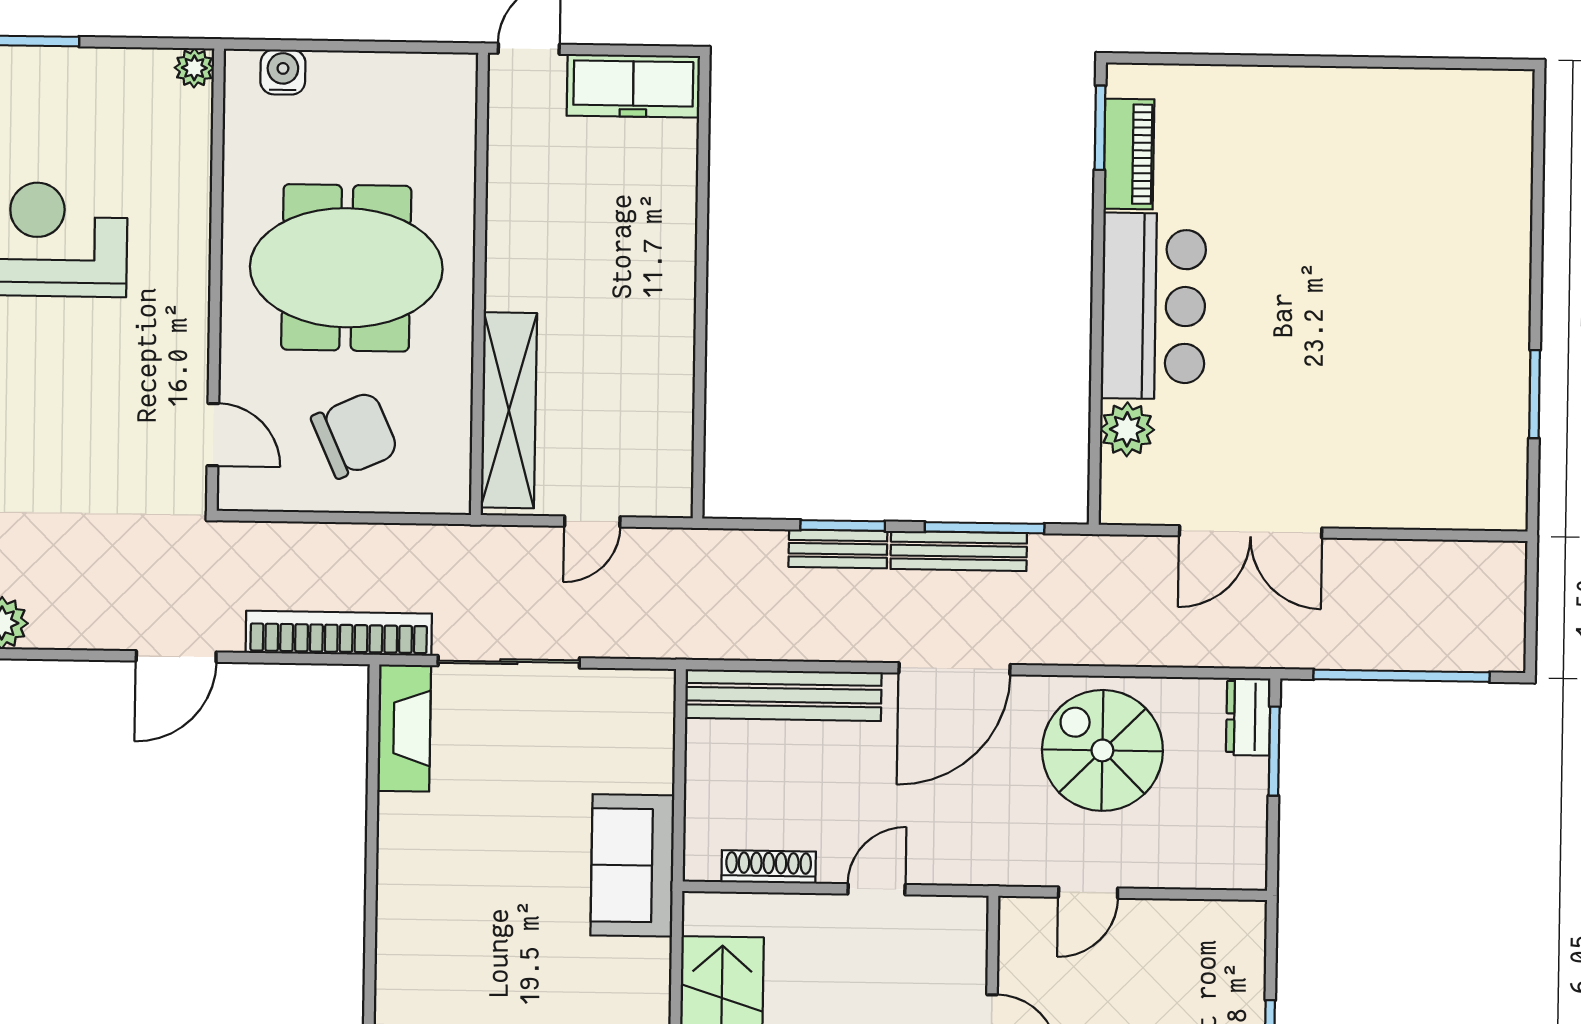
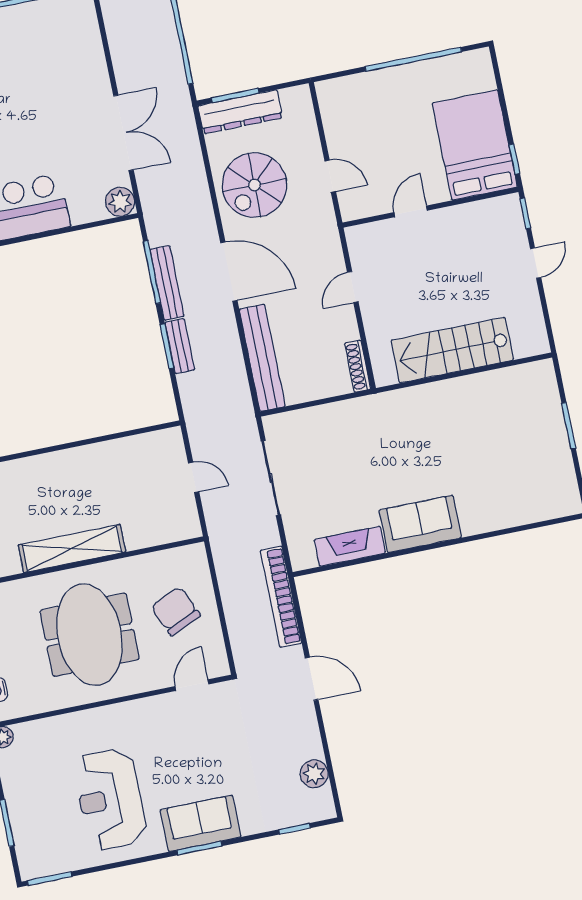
shelving: (509, 410) -> (72, 549), moved
plant: (1127, 429) -> (120, 202), moved
sliding door: (509, 662) -> (271, 478), moved
dresser: (1248, 717) -> (240, 112), width x1.96, depth x1.24
fireplace: (404, 728) -> (350, 546), moved
sofa: (632, 865) -> (420, 524), moved, turned 180
shoe rack: (769, 867) -> (358, 366), moved
door: (877, 889) -> (353, 287), hinge flipped

